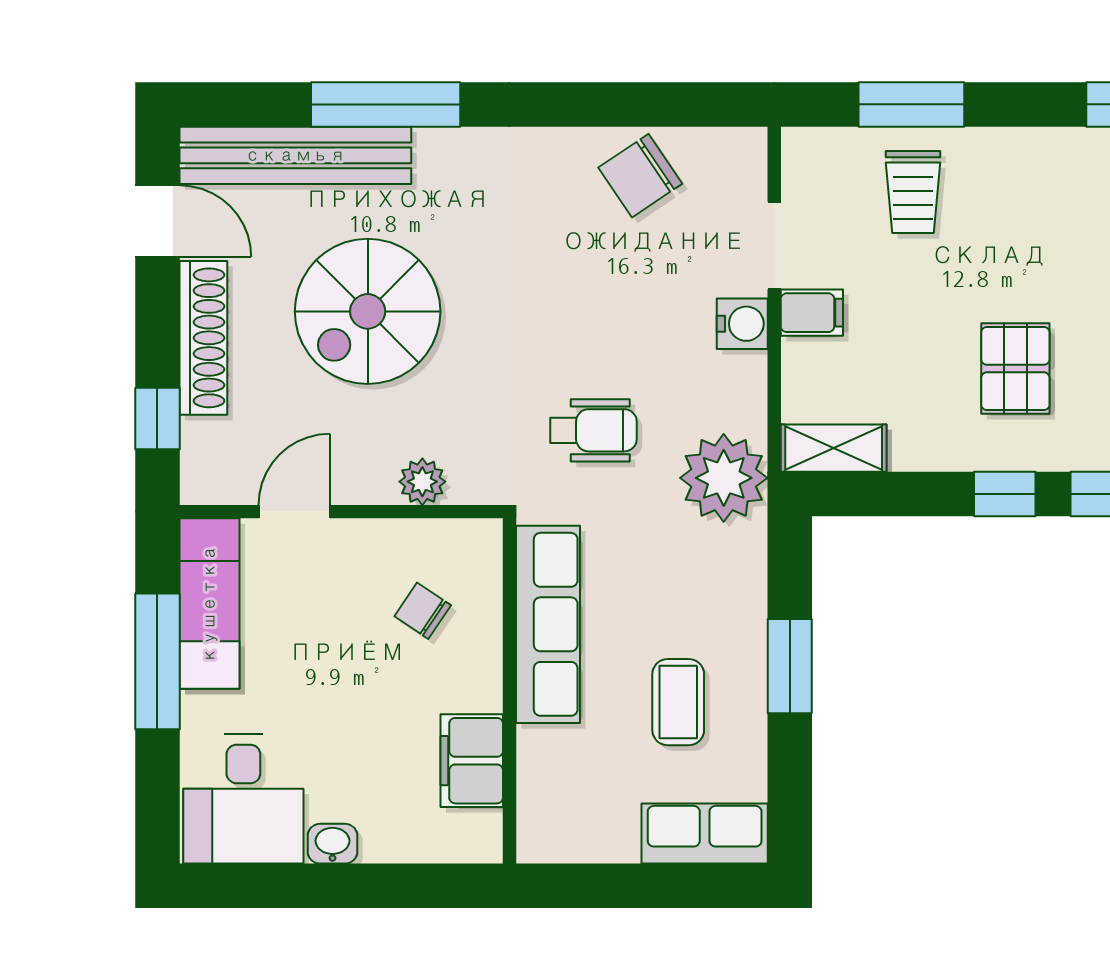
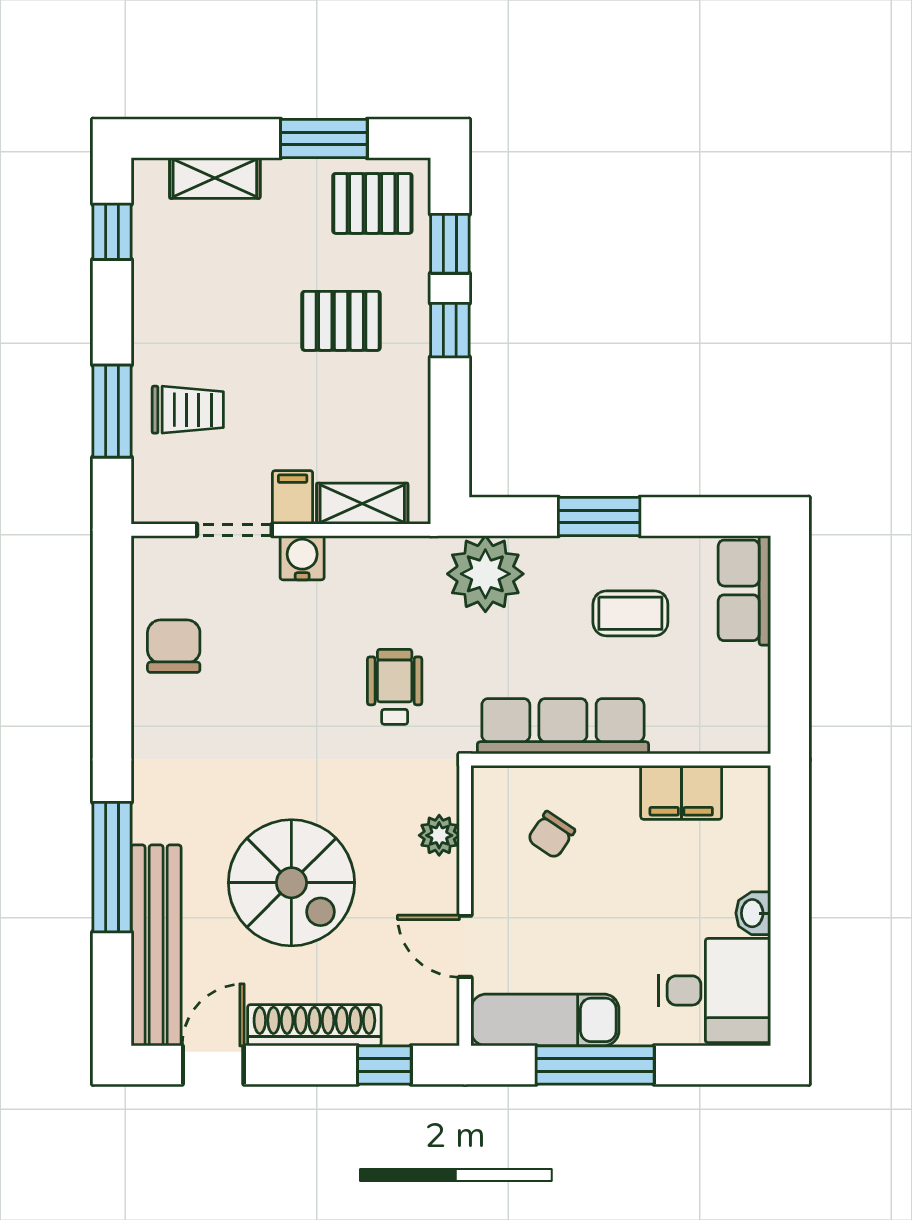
chair: (640, 176) -> (174, 646), turned -146
shelving: (834, 448) -> (362, 504), moved, turned 90
plant: (724, 478) -> (485, 574), moved

